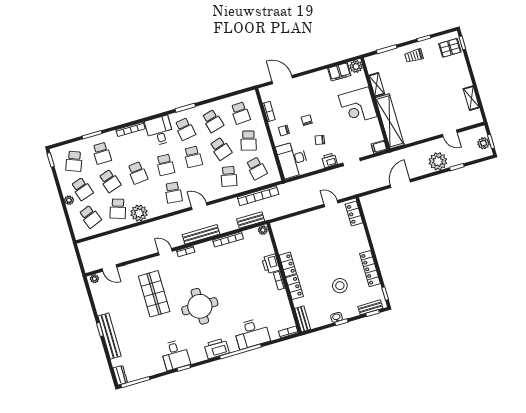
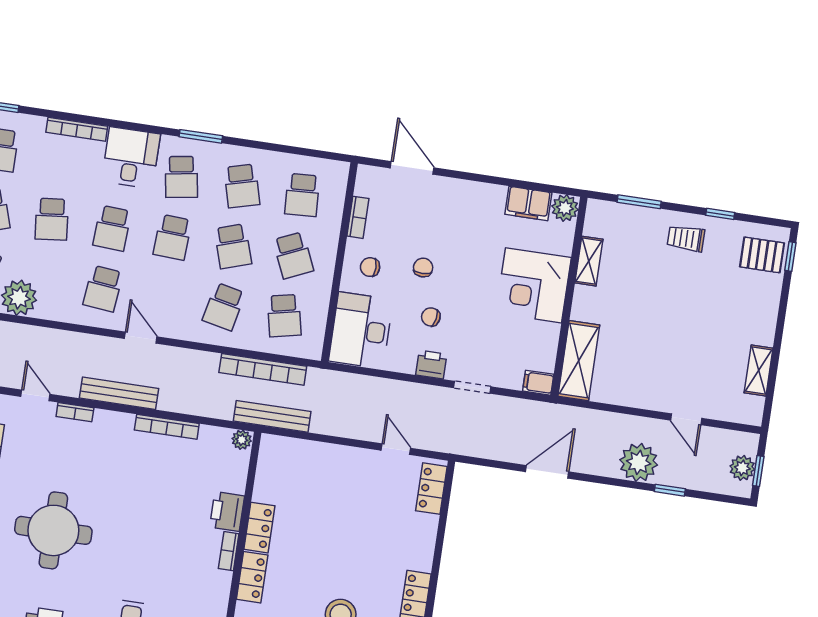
shelving: (390, 121) -> (579, 361), width x0.68
school desk: (249, 141) -> (293, 255), turned -39
bench: (251, 220) -> (272, 416), moved, width x1.36

